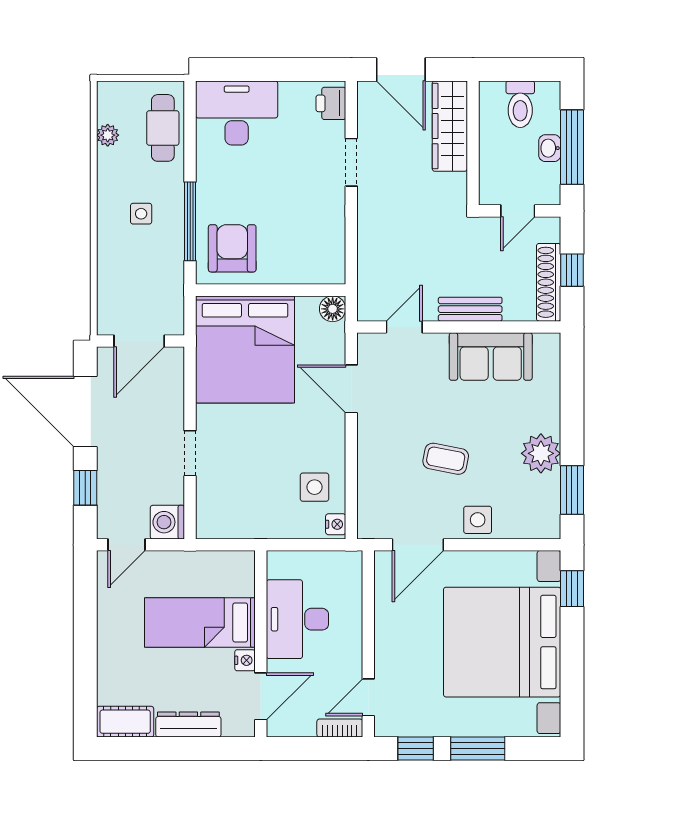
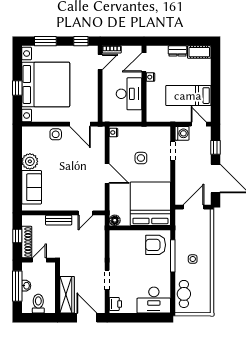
plant: (108, 135) -> (206, 291), removed
armchair: (232, 248) -> (156, 245), turned 90
shoe rack: (549, 282) -> (27, 242), moved
sofa: (491, 356) -> (32, 187), moved, turned 90
door: (351, 389) -> (107, 174), moved
doorway: (190, 453) -> (173, 151), moved
coffee table: (446, 459) -> (69, 159), removed
side table: (314, 487) -> (141, 158), moved
window: (572, 490) -> (17, 146), removed
door: (127, 545) -> (199, 124), hinge flipped
door: (418, 545) -> (80, 124), swing flipped
window: (572, 589) -> (17, 88), moved
bed: (200, 622) -> (188, 96), moved, turned 180
dresser: (188, 724) -> (177, 51), width x0.70
window: (478, 749) -> (45, 41), moved

